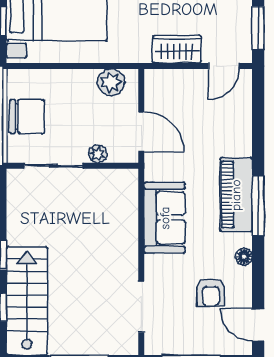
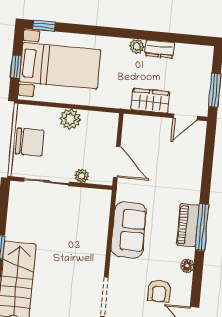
plant: (111, 82) -> (70, 119), moved
piano: (236, 195) -> (188, 225), width x0.73, depth x0.75

